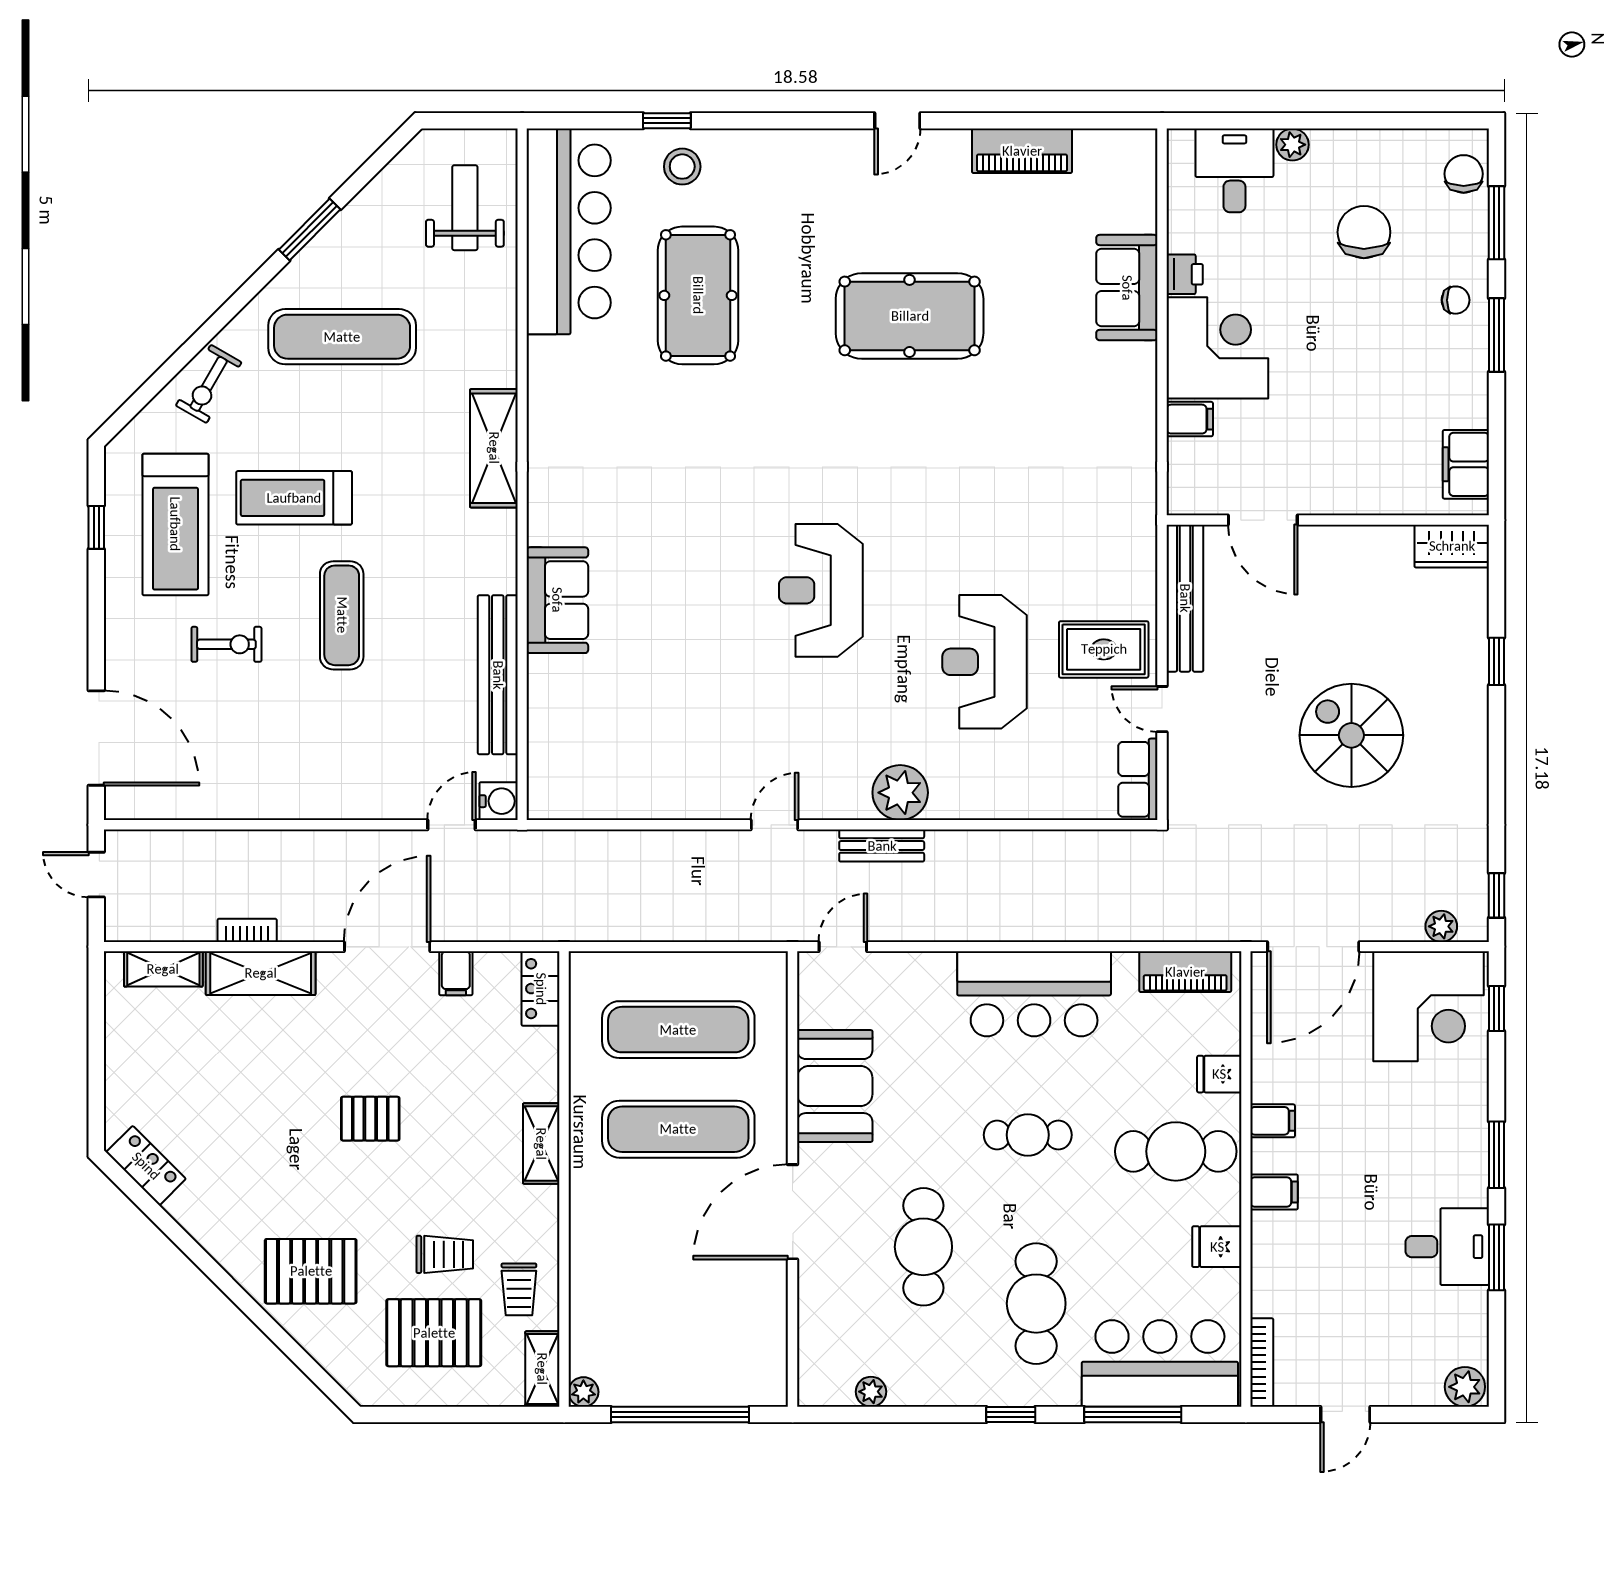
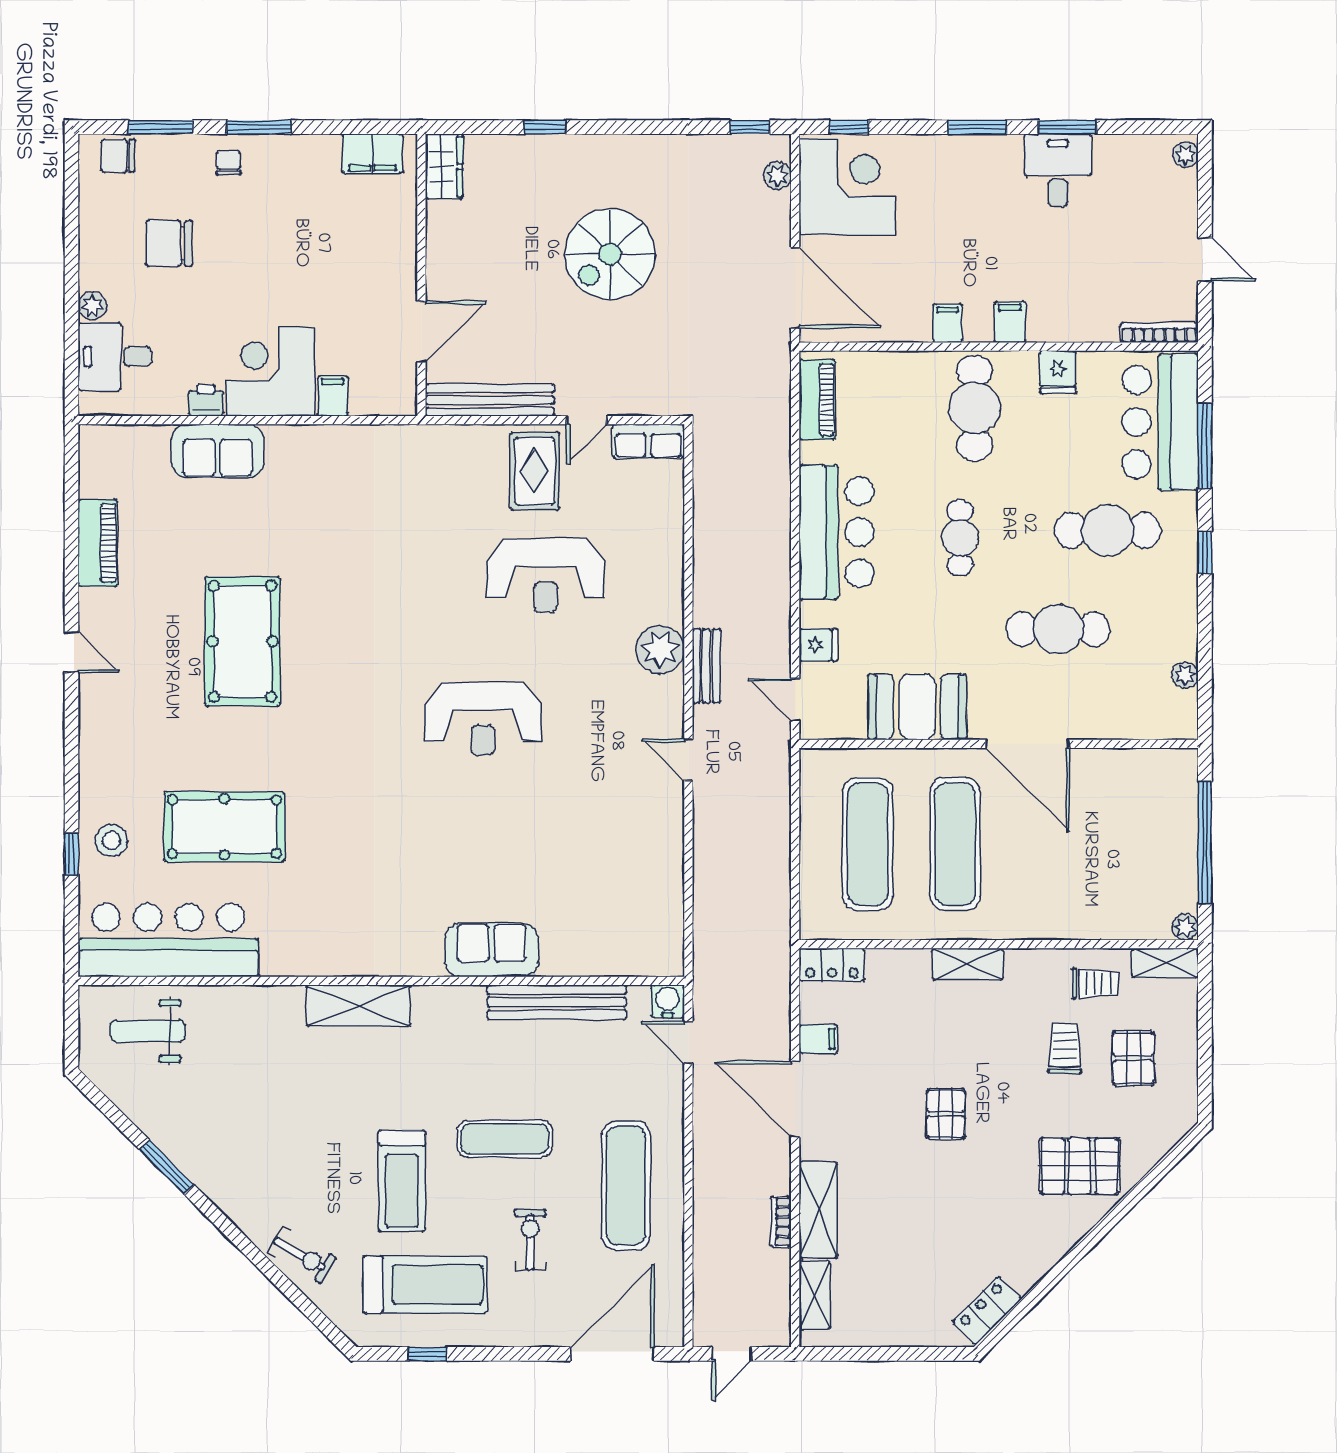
exercise mat: (342, 337) -> (626, 1186), moved
fridge: (1219, 1074) -> (818, 645), moved, turned -90
pallet: (311, 1271) -> (1079, 1166), turned 90
pallet: (434, 1333) -> (1133, 1058), width x0.67, depth x0.71
plant: (1465, 1387) -> (1185, 155), width x0.73, depth x0.73

